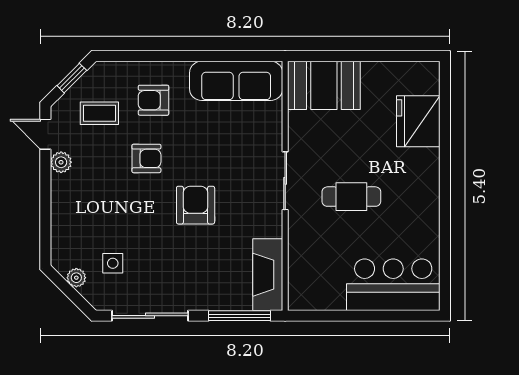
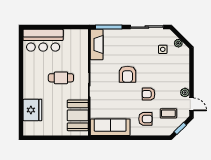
booth: (324, 85) -> (78, 115), moved, turned 90

